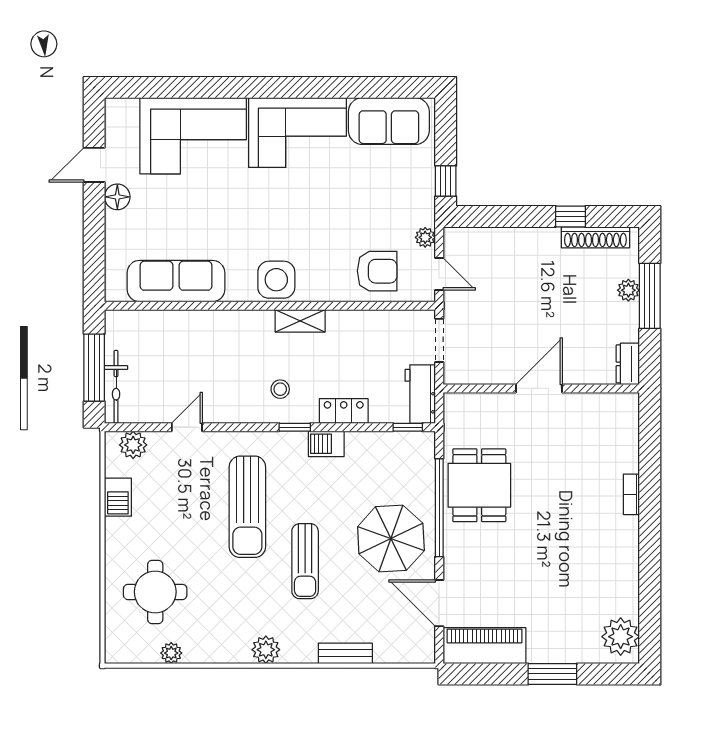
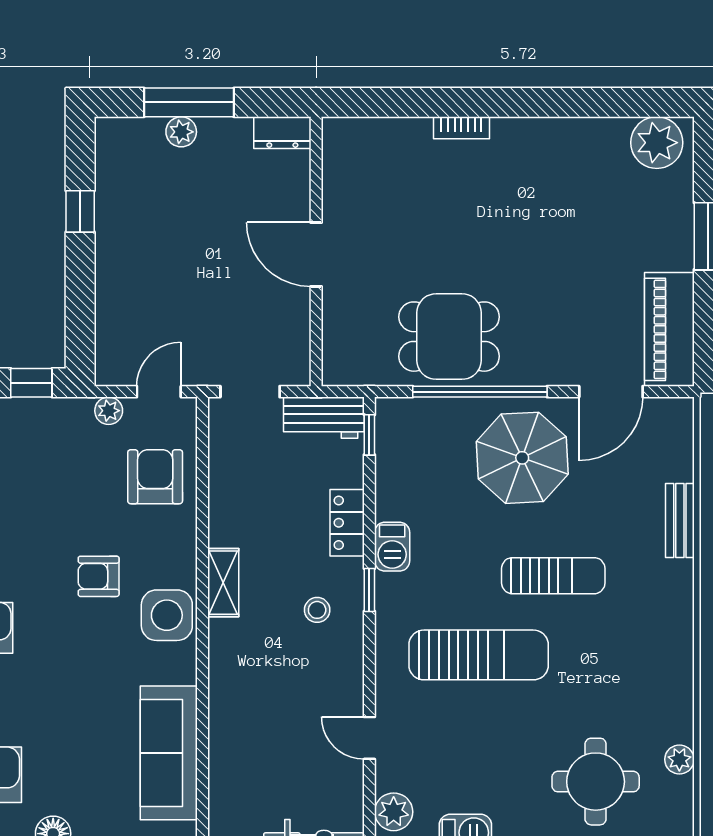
armchair: (305, 230) -> (99, 576), added
shoe rack: (595, 237) -> (109, 177), removed
plant: (266, 650) -> (675, 630), removed

